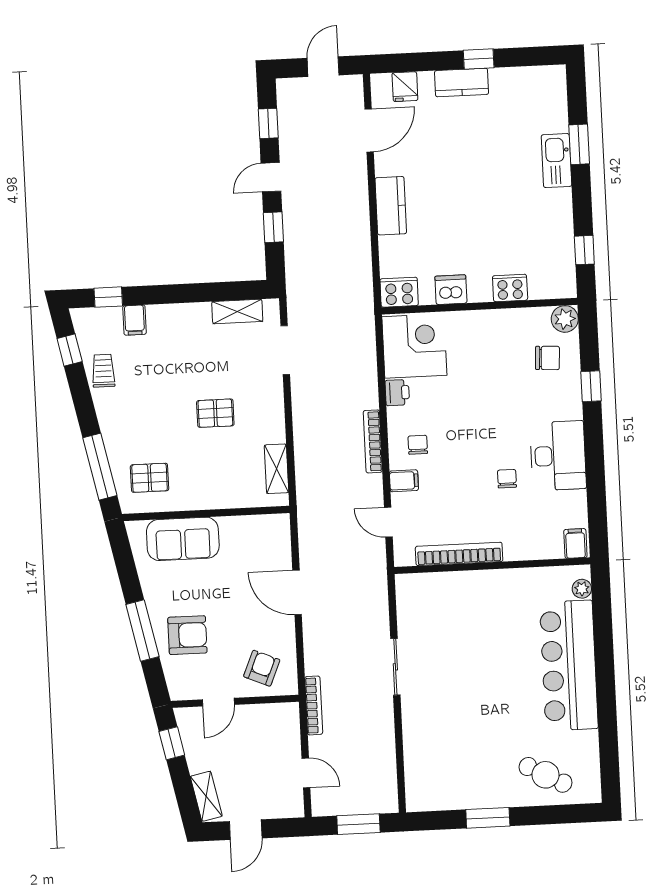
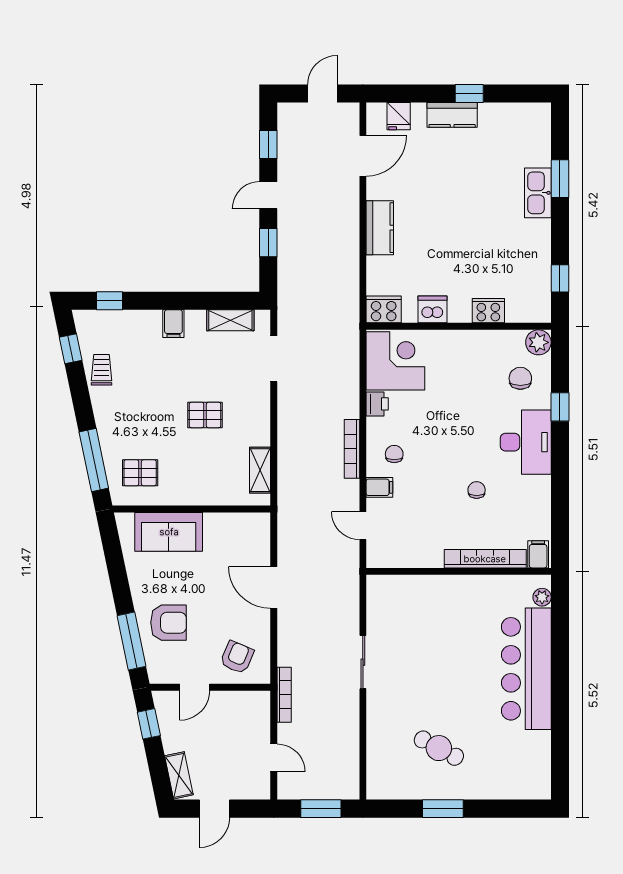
filing cabinet: (134, 320) -> (173, 324), moved
chair: (547, 358) -> (520, 378), turned -93
desk: (558, 456) -> (526, 442), moved
bookcase: (459, 554) -> (485, 559), moved
window: (142, 630) -> (132, 641), moved
cafe table: (546, 775) -> (439, 748), moved

